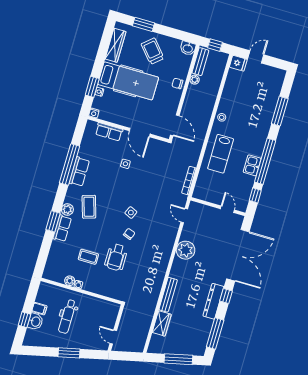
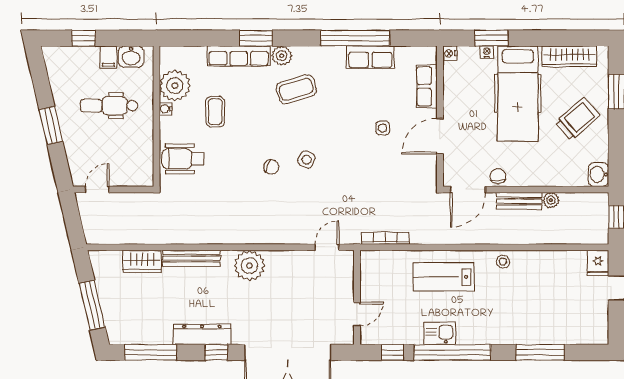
bench: (200, 62) -> (519, 201), moved
chair: (177, 83) -> (498, 176), moved
row of seats: (79, 172) -> (370, 57), moved
row of seats: (62, 228) -> (239, 56), width x1.48
plant: (186, 250) -> (249, 266), moved
wheelchair: (116, 257) -> (183, 159), moved
plant: (70, 281) -> (175, 86), width x1.88, depth x1.88
washbasin: (35, 322) -> (131, 57), moved

